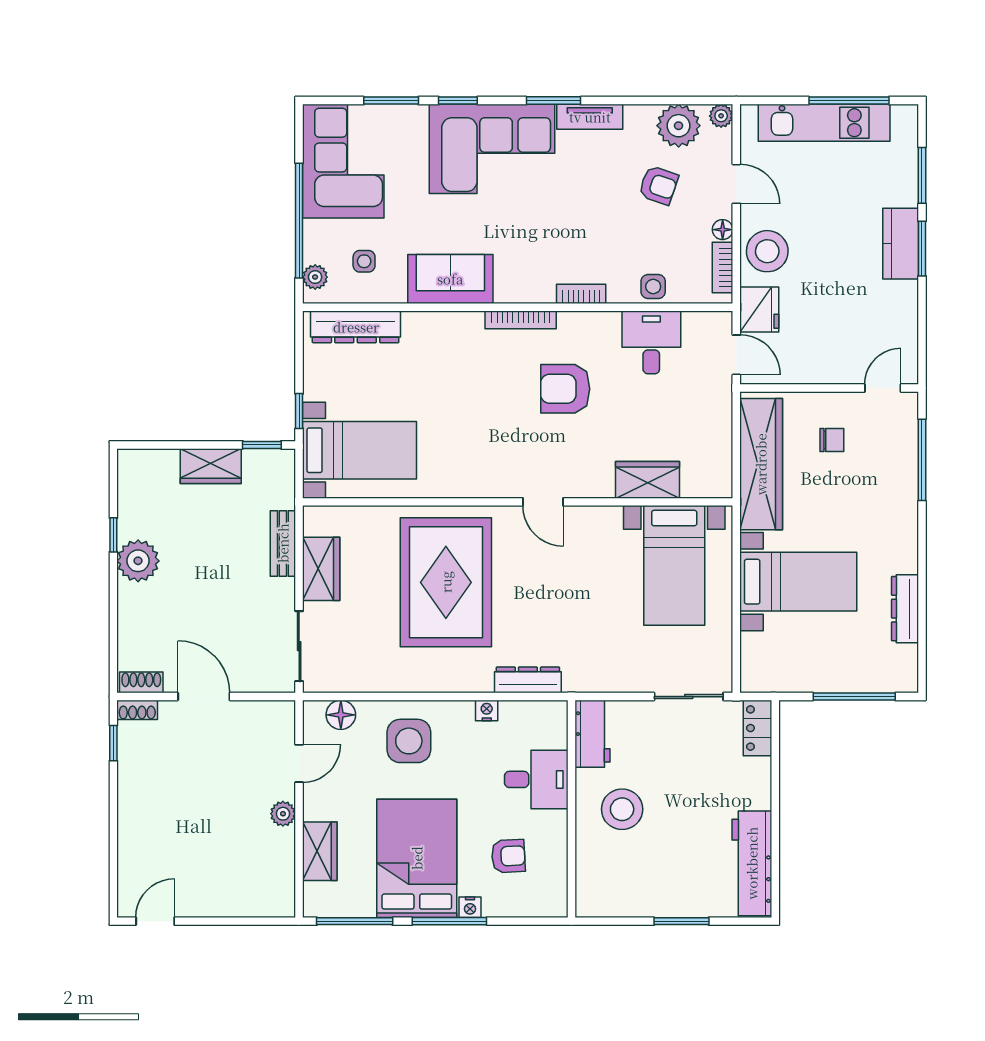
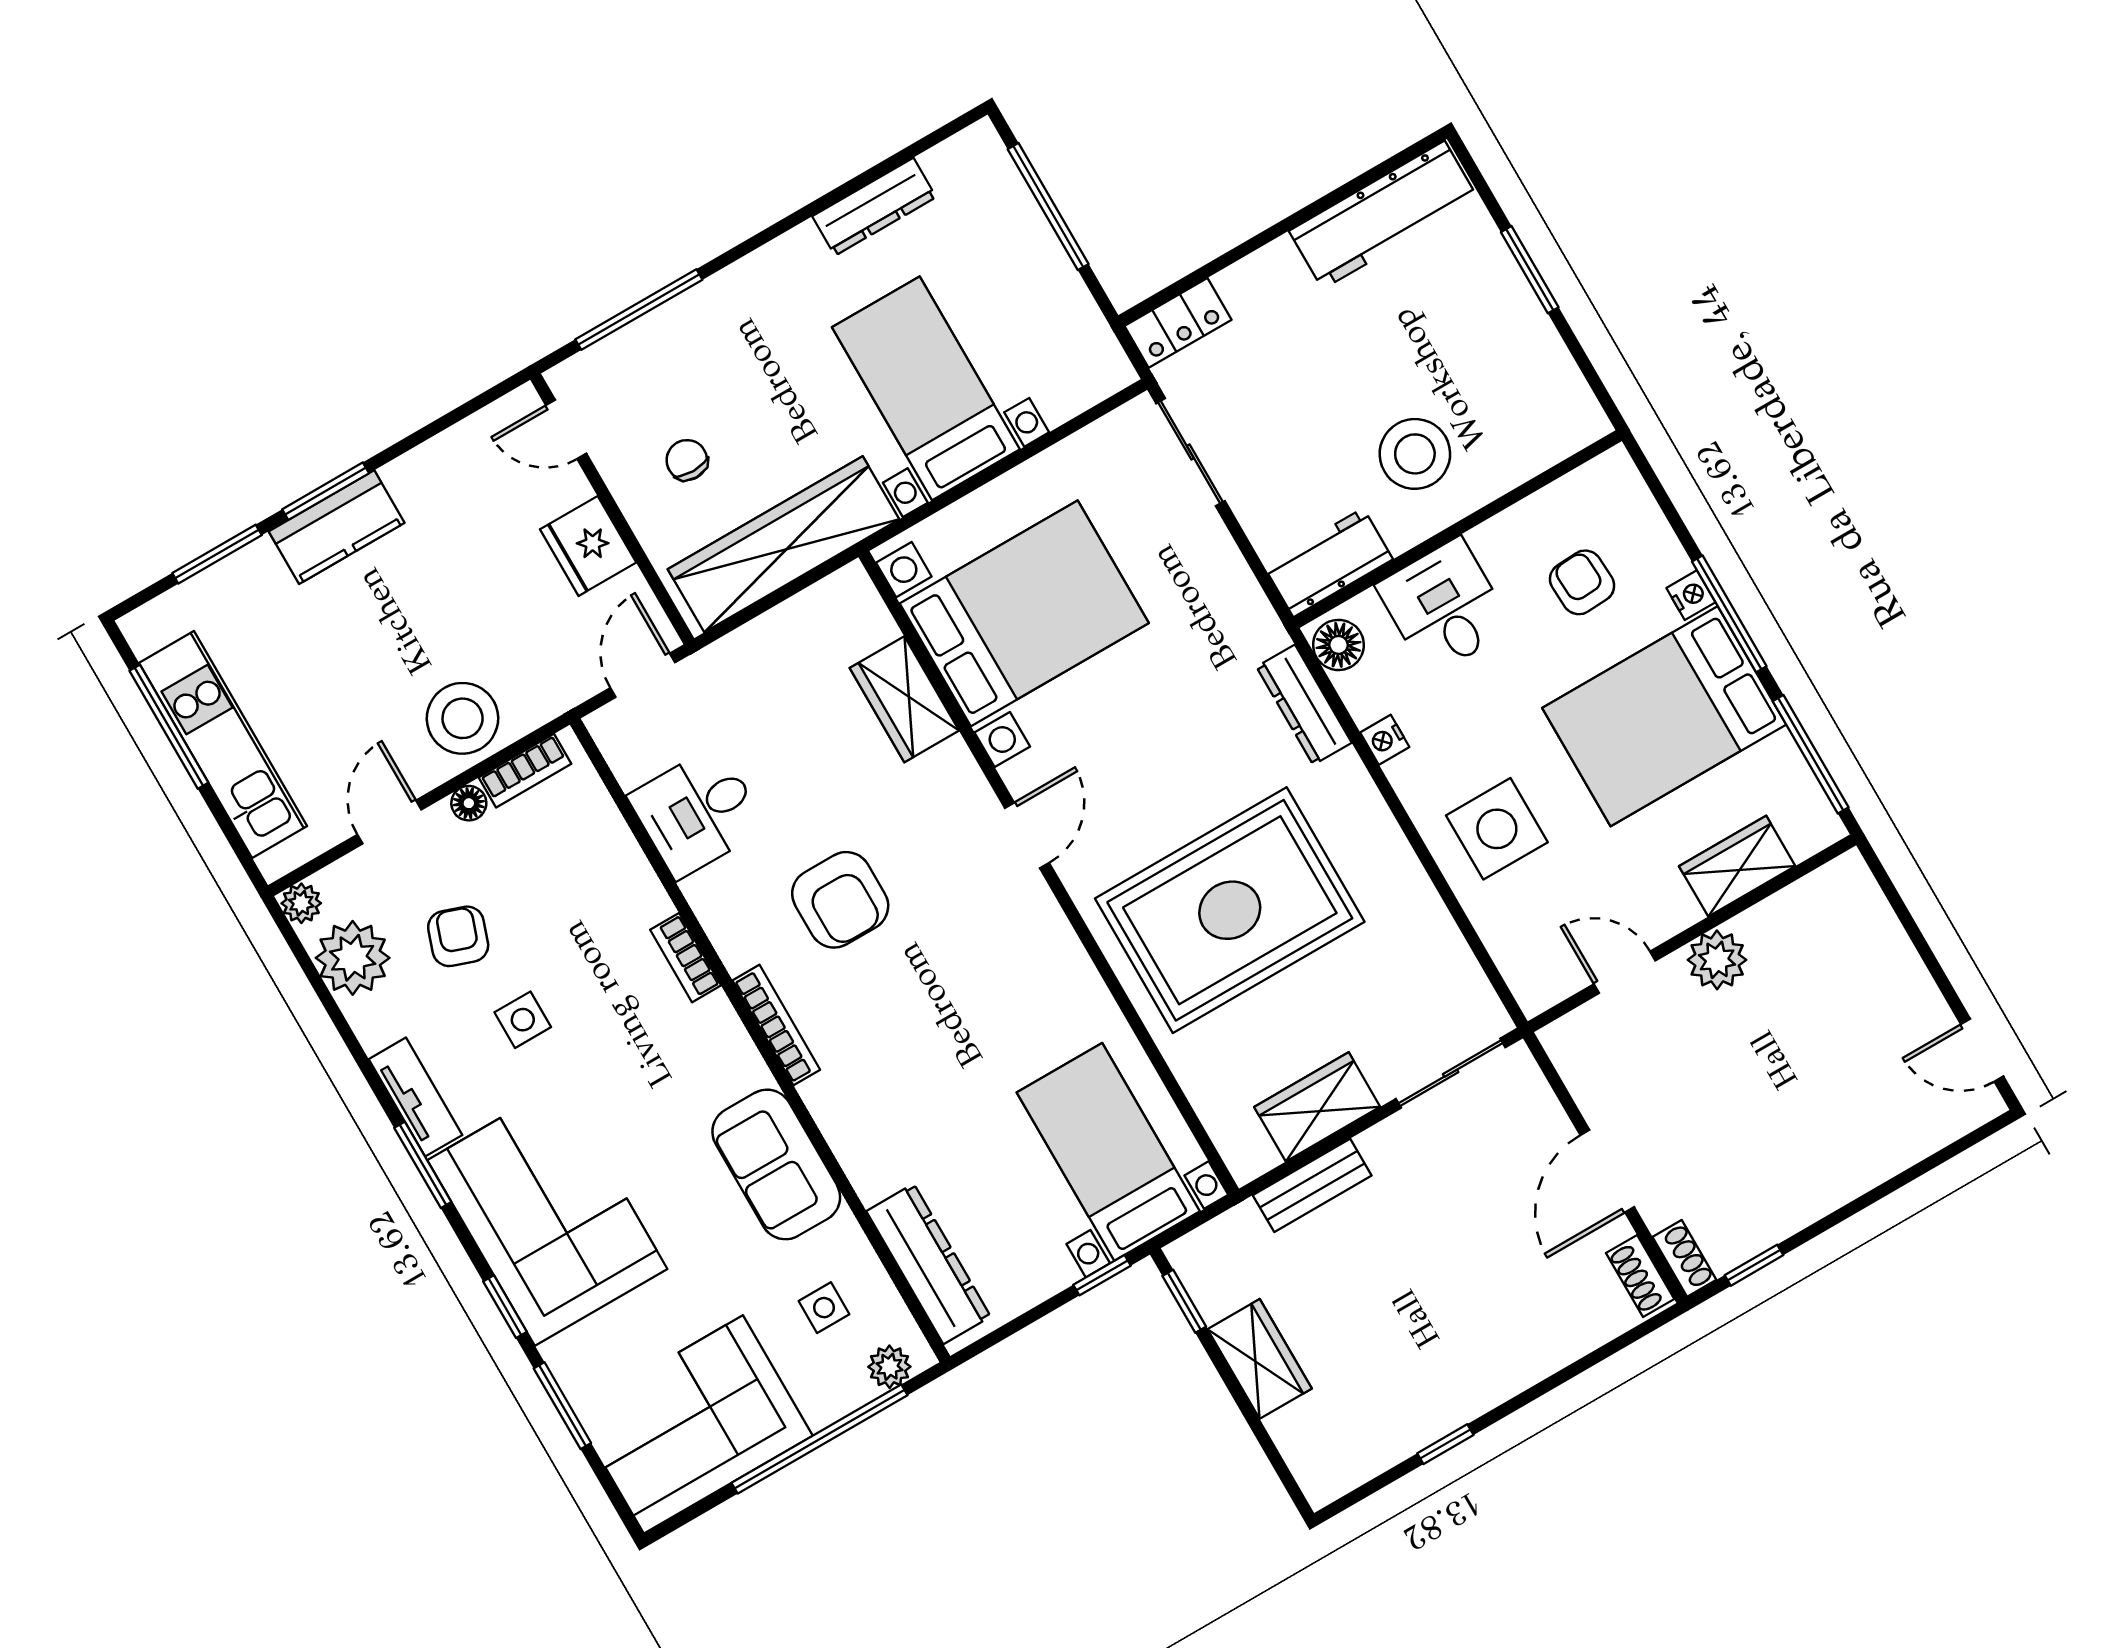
side table: (653, 287) -> (523, 1020), moved
fridge: (759, 310) -> (588, 546), moved, turned -90
plant: (138, 561) -> (1463, 1385), removed
bed with nightstands: (674, 565) -> (1024, 613), width x1.36
floor lamp: (341, 715) -> (1339, 645), moved
plant: (283, 814) -> (1717, 960), width x1.38, depth x1.38

